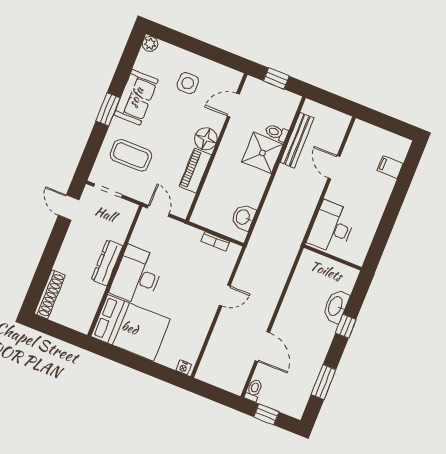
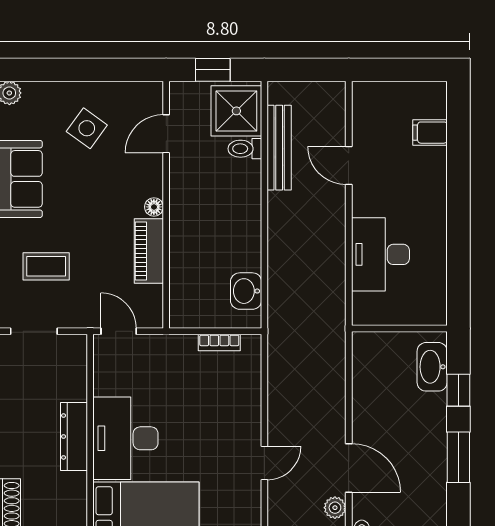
side table: (188, 83) -> (87, 128), turned 36
floor lamp: (206, 139) -> (154, 207), width x0.53, depth x0.53
shower: (263, 153) -> (236, 111), moved
coffee table: (131, 155) -> (46, 266), width x0.73, depth x0.77
wall: (333, 257) -> (399, 328), moved
door: (225, 296) -> (264, 463), moved
plant: (245, 367) -> (335, 508), added
window: (324, 382) -> (458, 457), moved

